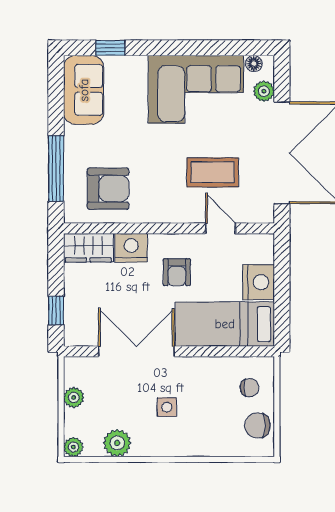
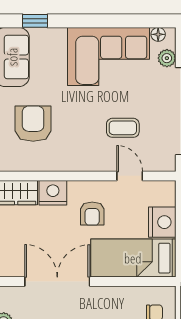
coffee table: (213, 172) -> (123, 128), width x0.73, depth x0.77
armchair: (108, 189) -> (33, 124), moved, turned -90

